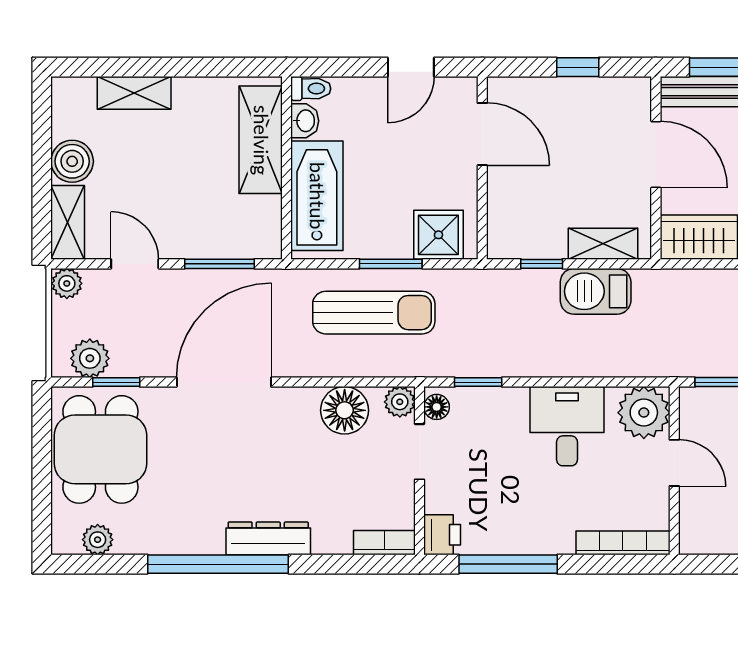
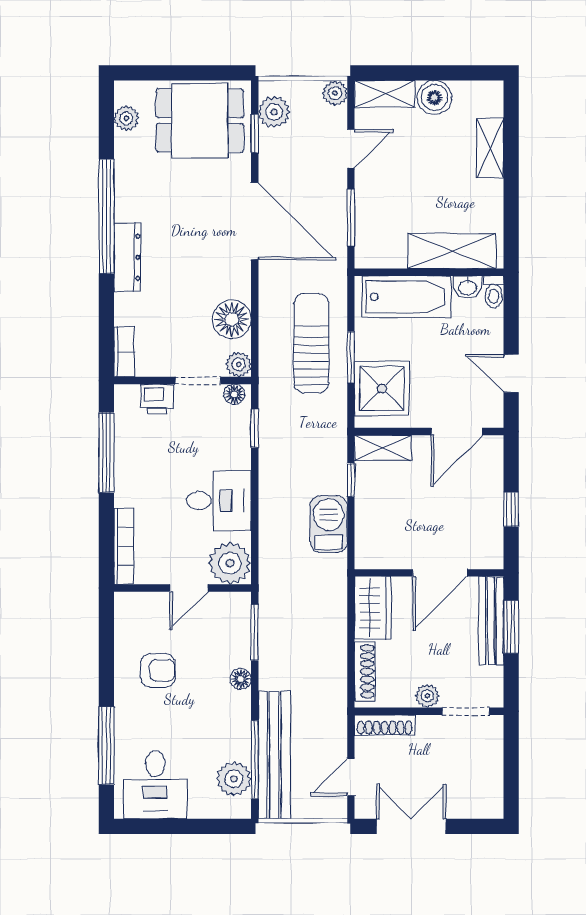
shower: (438, 235) -> (382, 389), width x1.36, depth x1.36
shelving: (603, 244) -> (383, 448), moved, turned 90
sun lounger: (374, 313) -> (311, 343), turned 180
printer: (442, 535) -> (157, 399), moved

